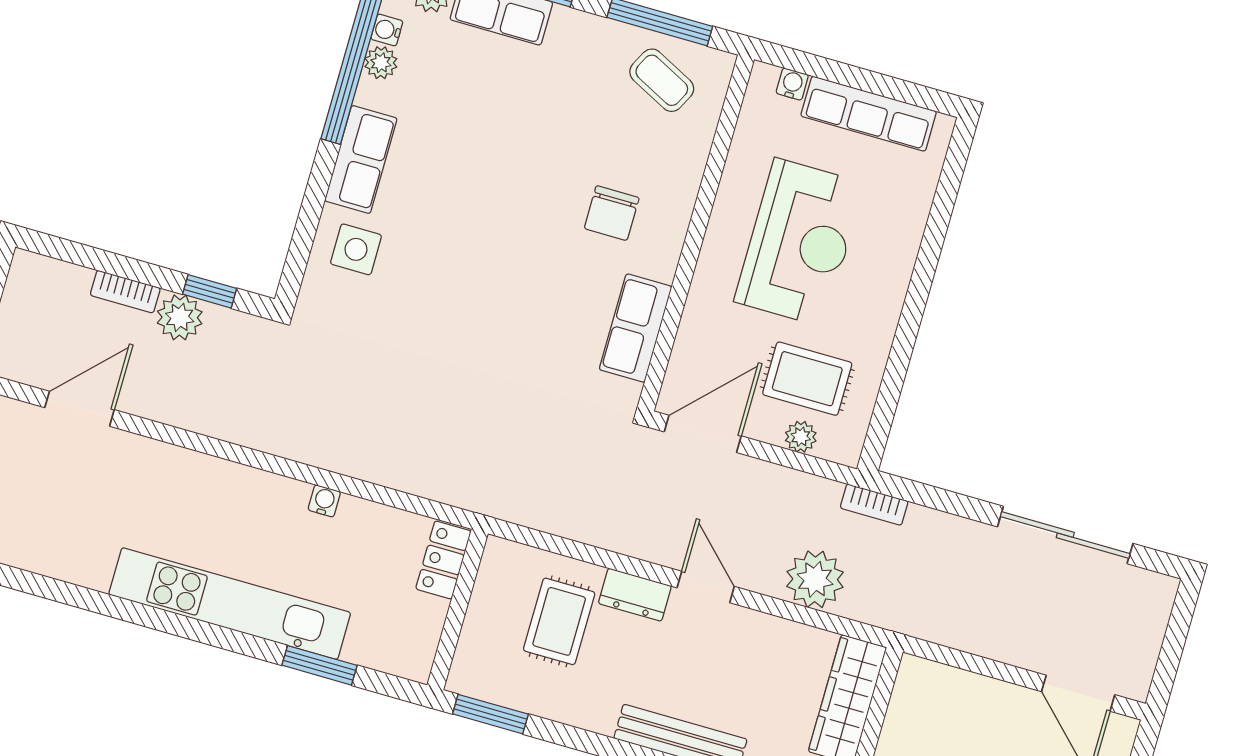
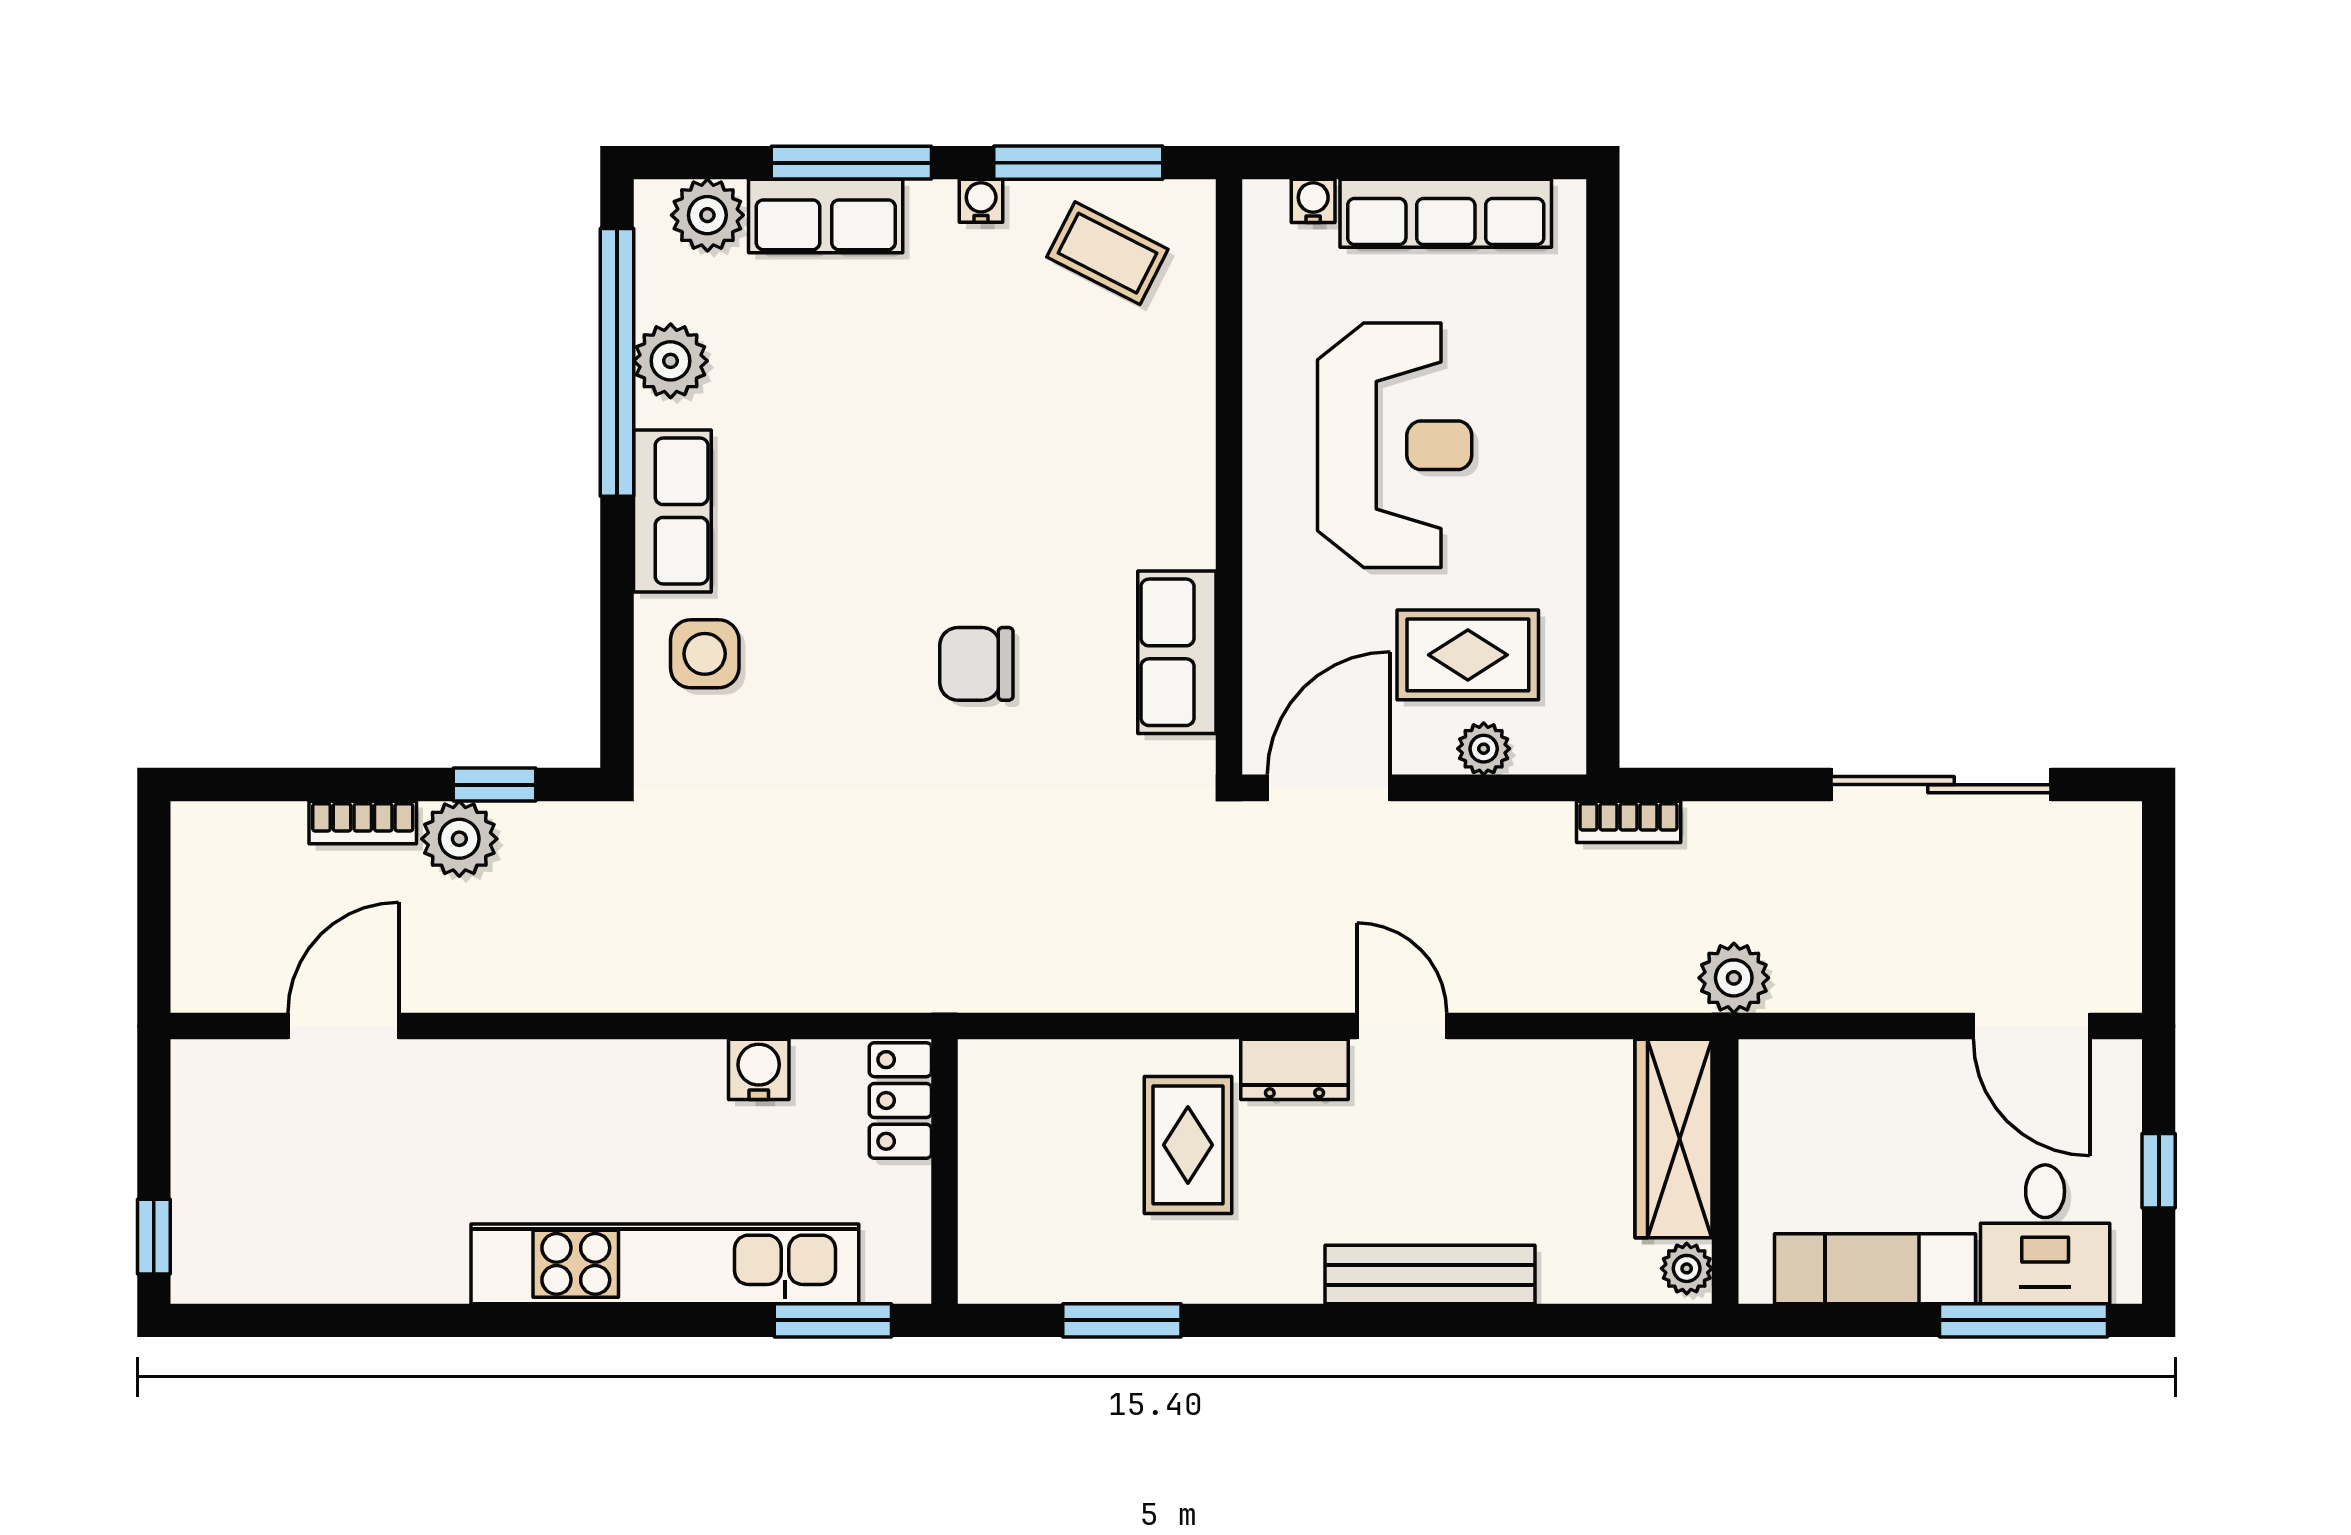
water cooler: (387, 30) -> (981, 201), moved, turned 90
plant: (381, 63) -> (671, 361), width x1.38, depth x1.38
chair: (612, 213) -> (976, 664), moved, turned 90
water cooler: (324, 501) -> (759, 1069), width x1.38, depth x1.38
locker: (443, 560) -> (900, 1100), moved
plant: (815, 579) -> (1734, 978), moved, width x0.73, depth x0.73
wall: (458, 609) -> (945, 1172), moved

